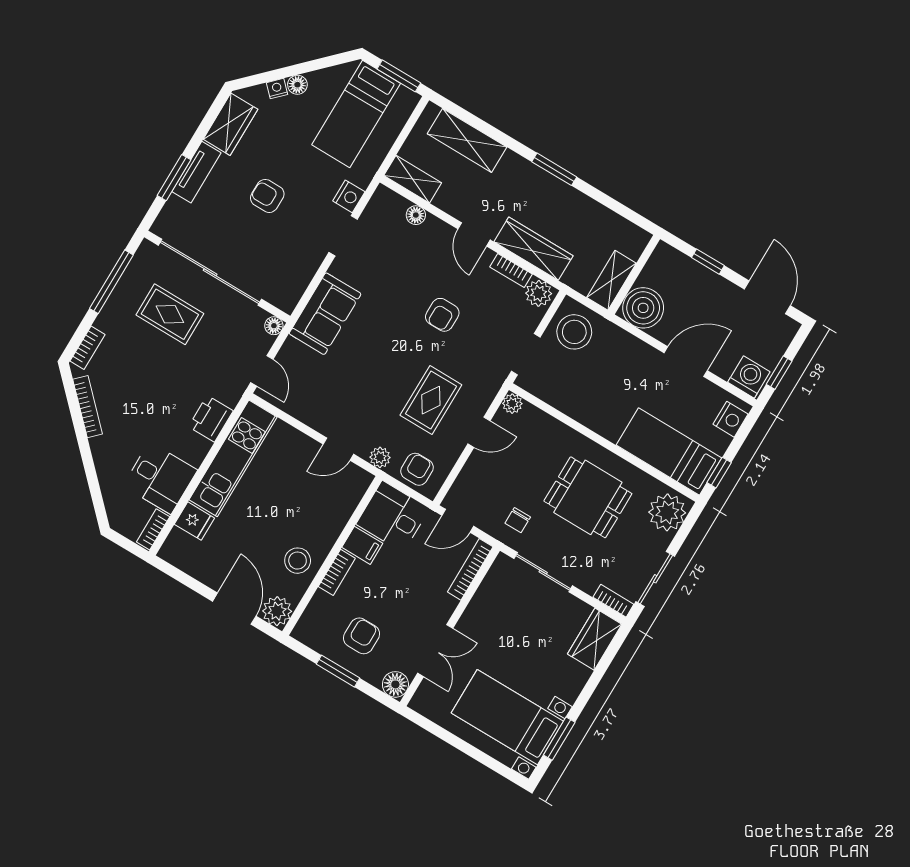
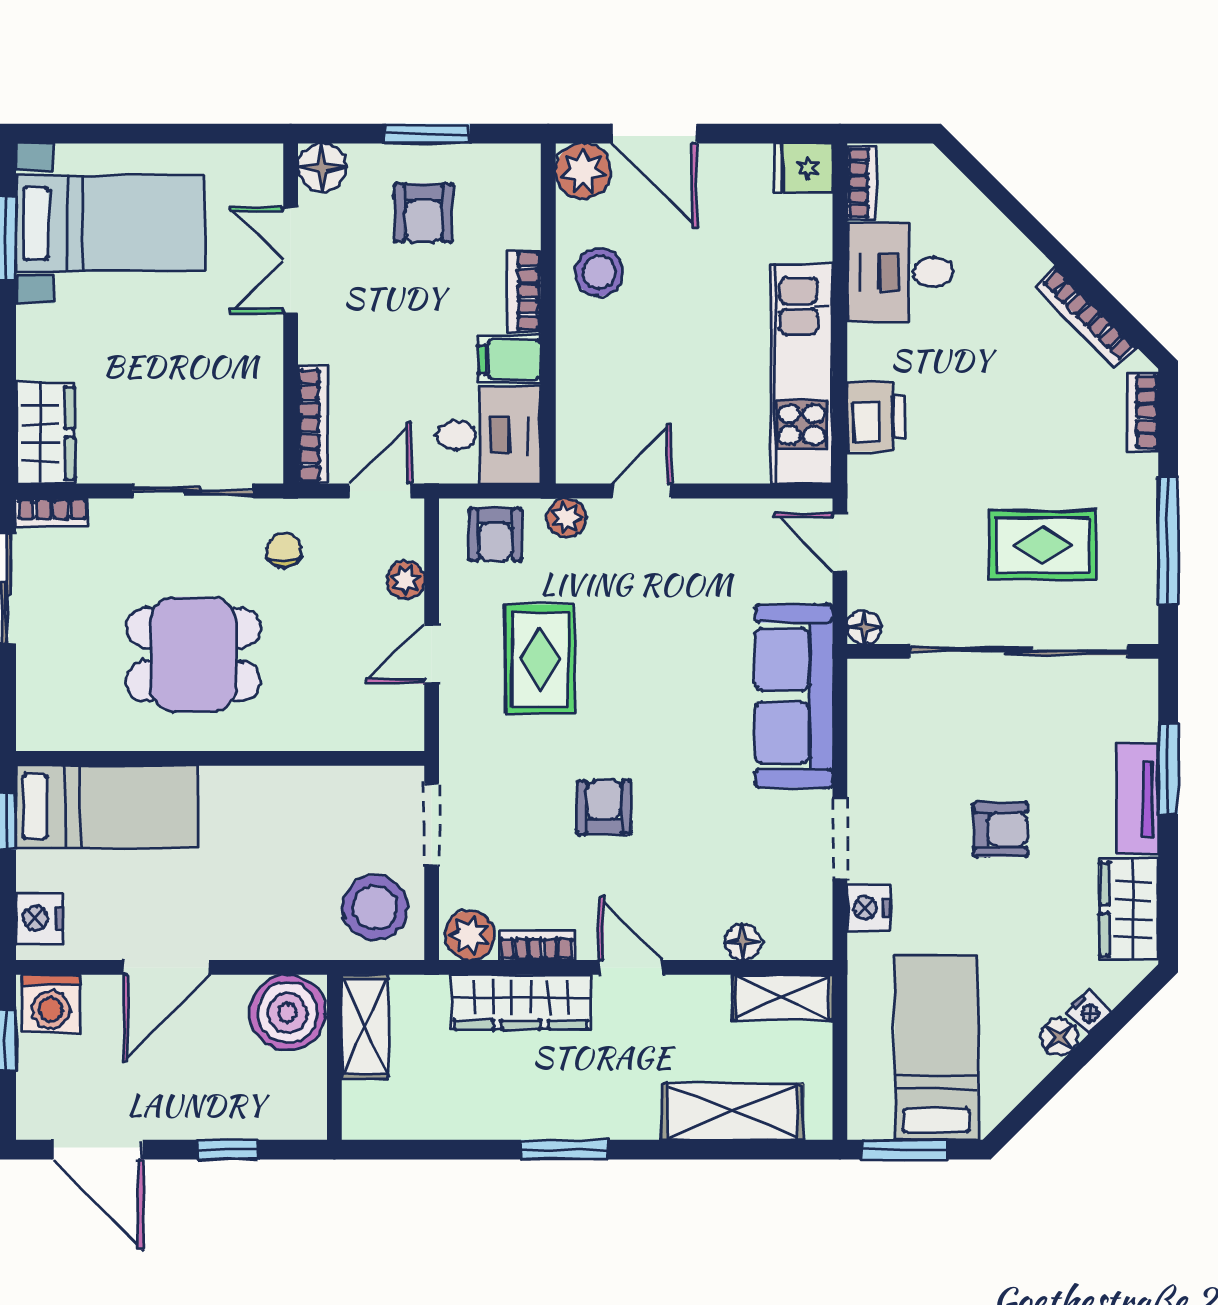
sofa: (325, 314) -> (794, 696), width x1.36
plant: (512, 404) -> (406, 580), moved
plant: (667, 512) -> (51, 707), removed
fridge: (194, 521) -> (803, 168), moved

